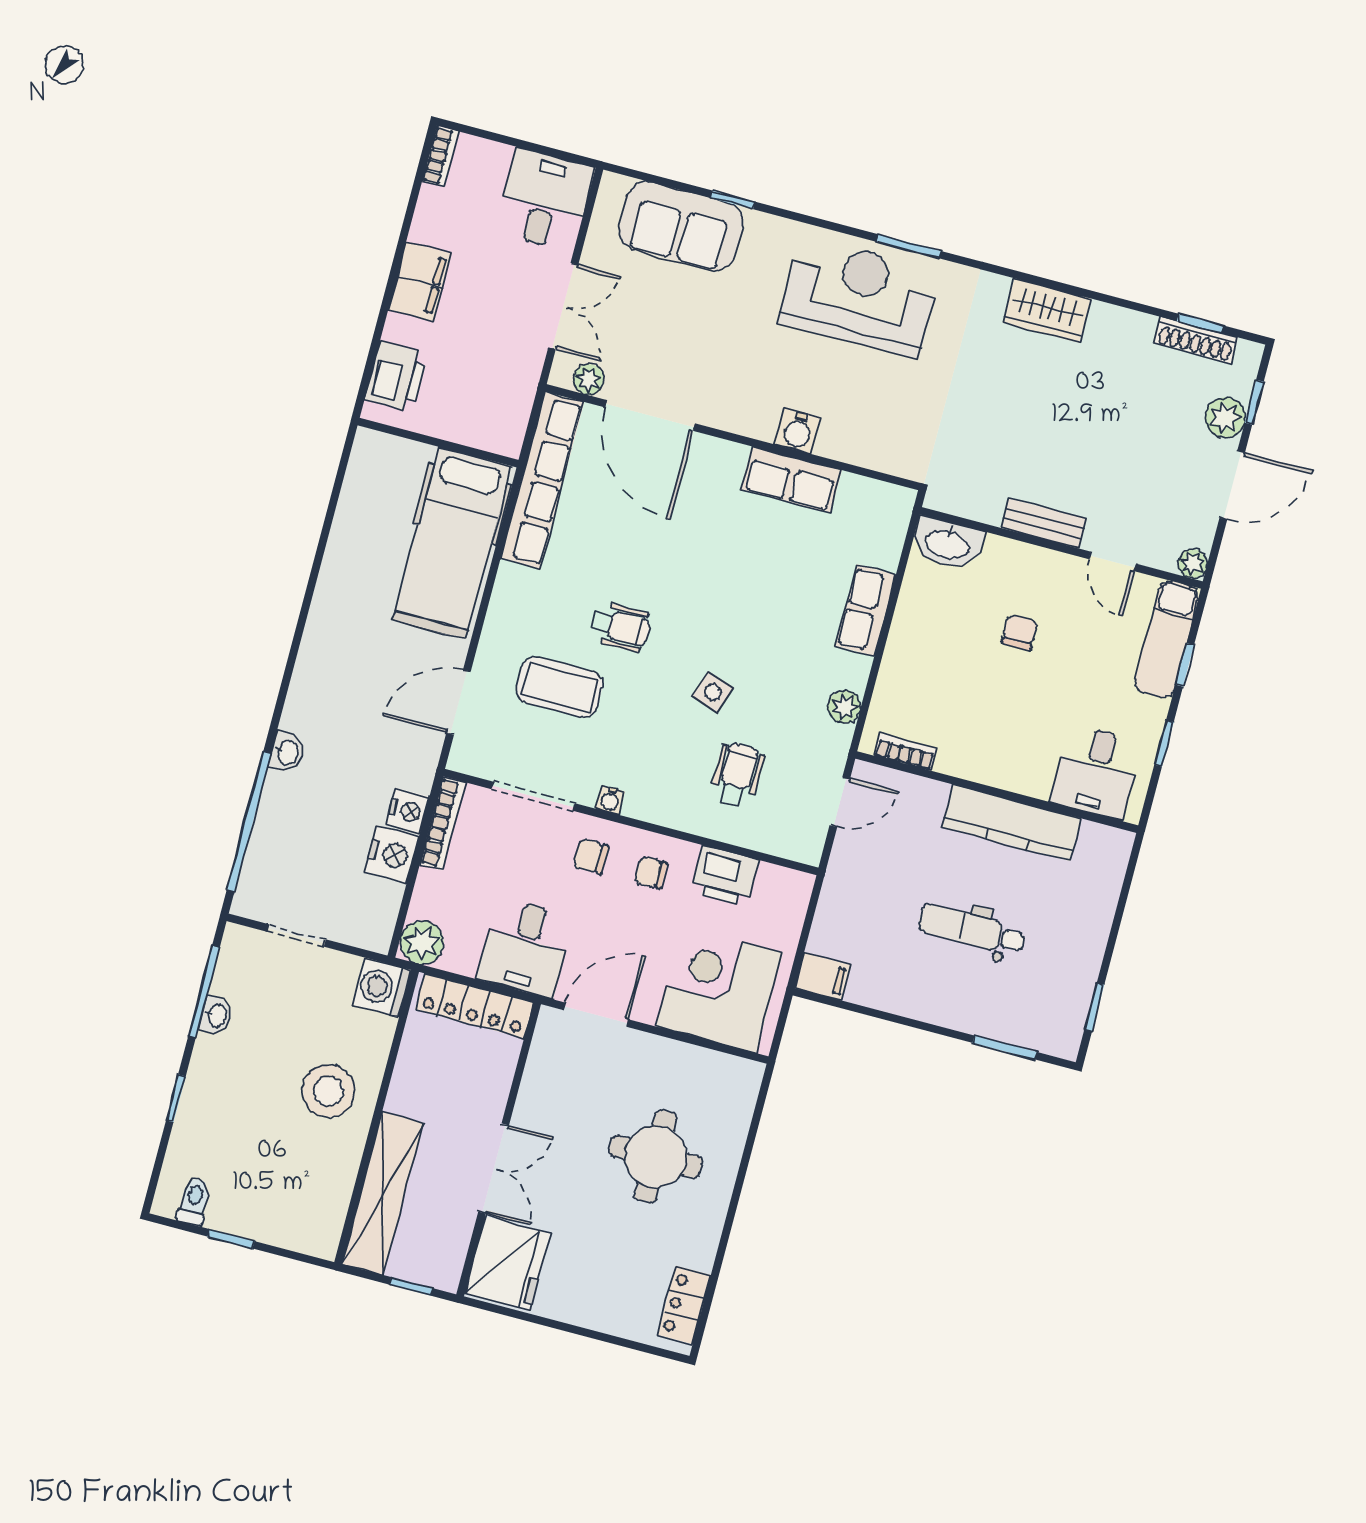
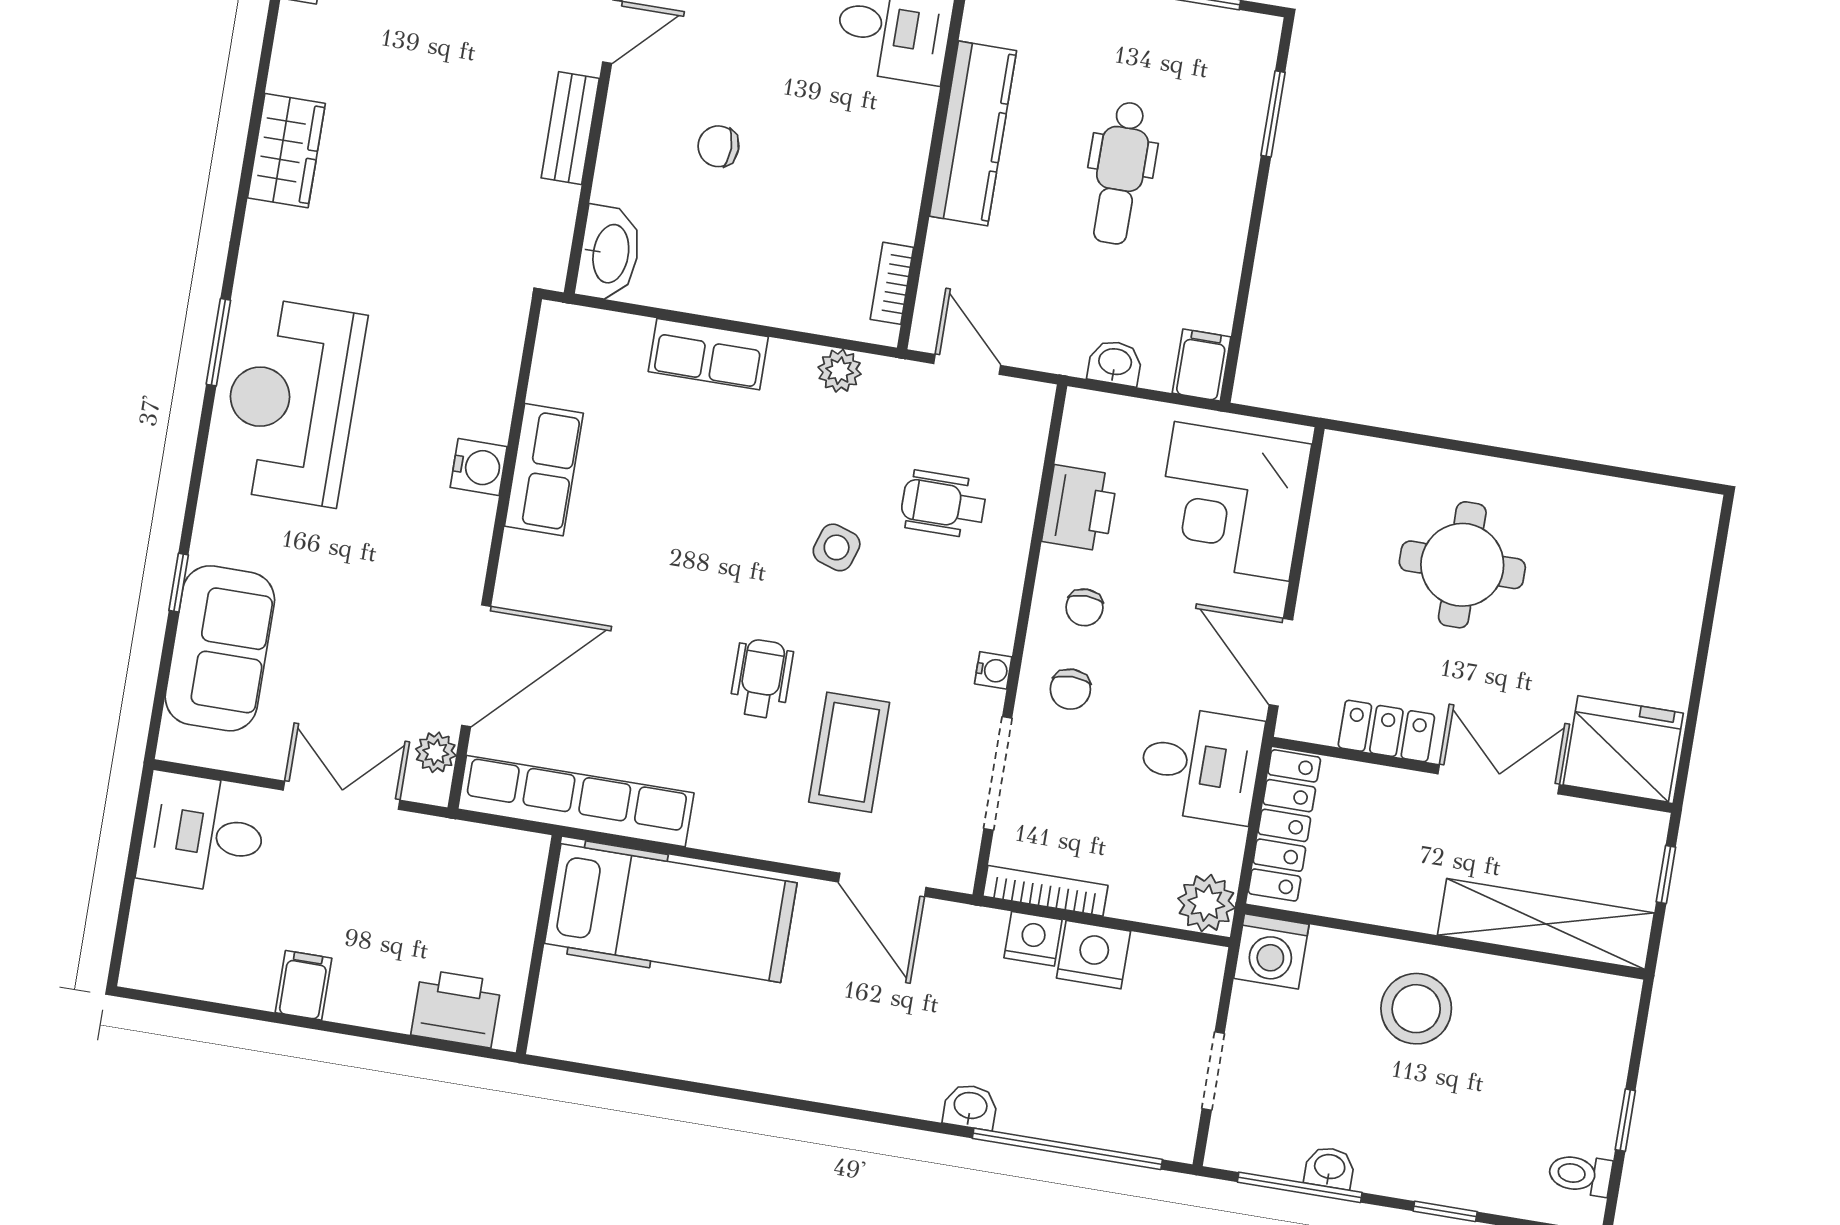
bookcase: (441, 156) -> (157, 977), removed
filing cabinet: (420, 282) -> (304, 985), width x0.50
washbasin: (831, 912) -> (1115, 363), added
locker: (684, 1305) -> (1386, 731), moved, turned 180

